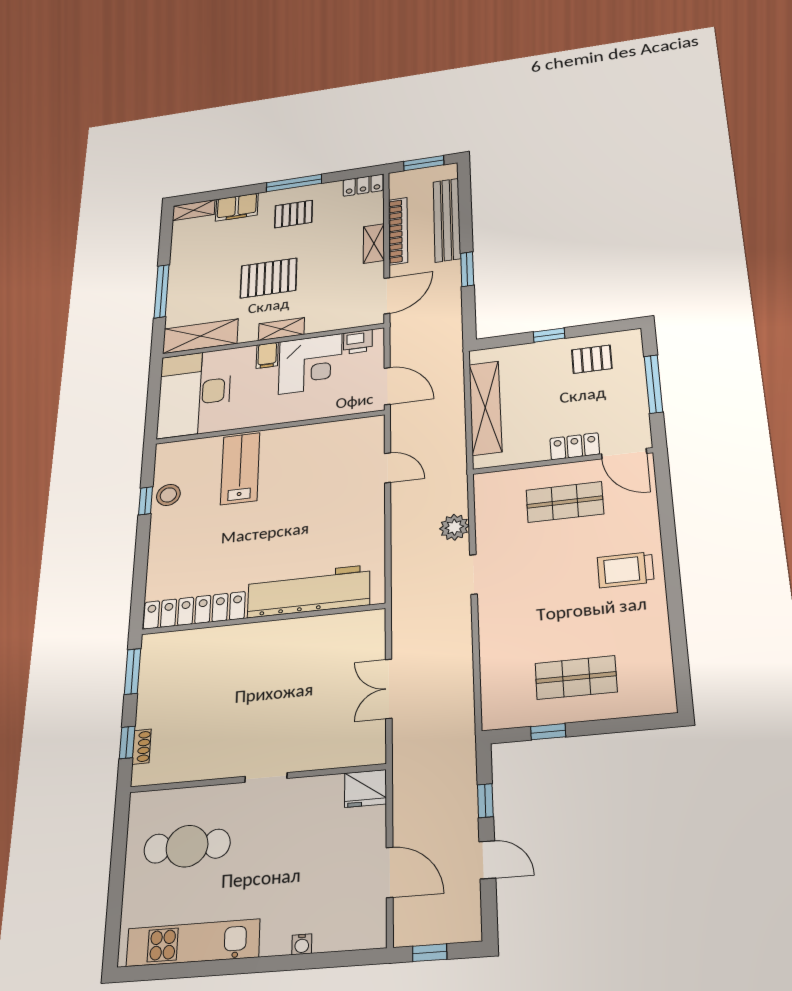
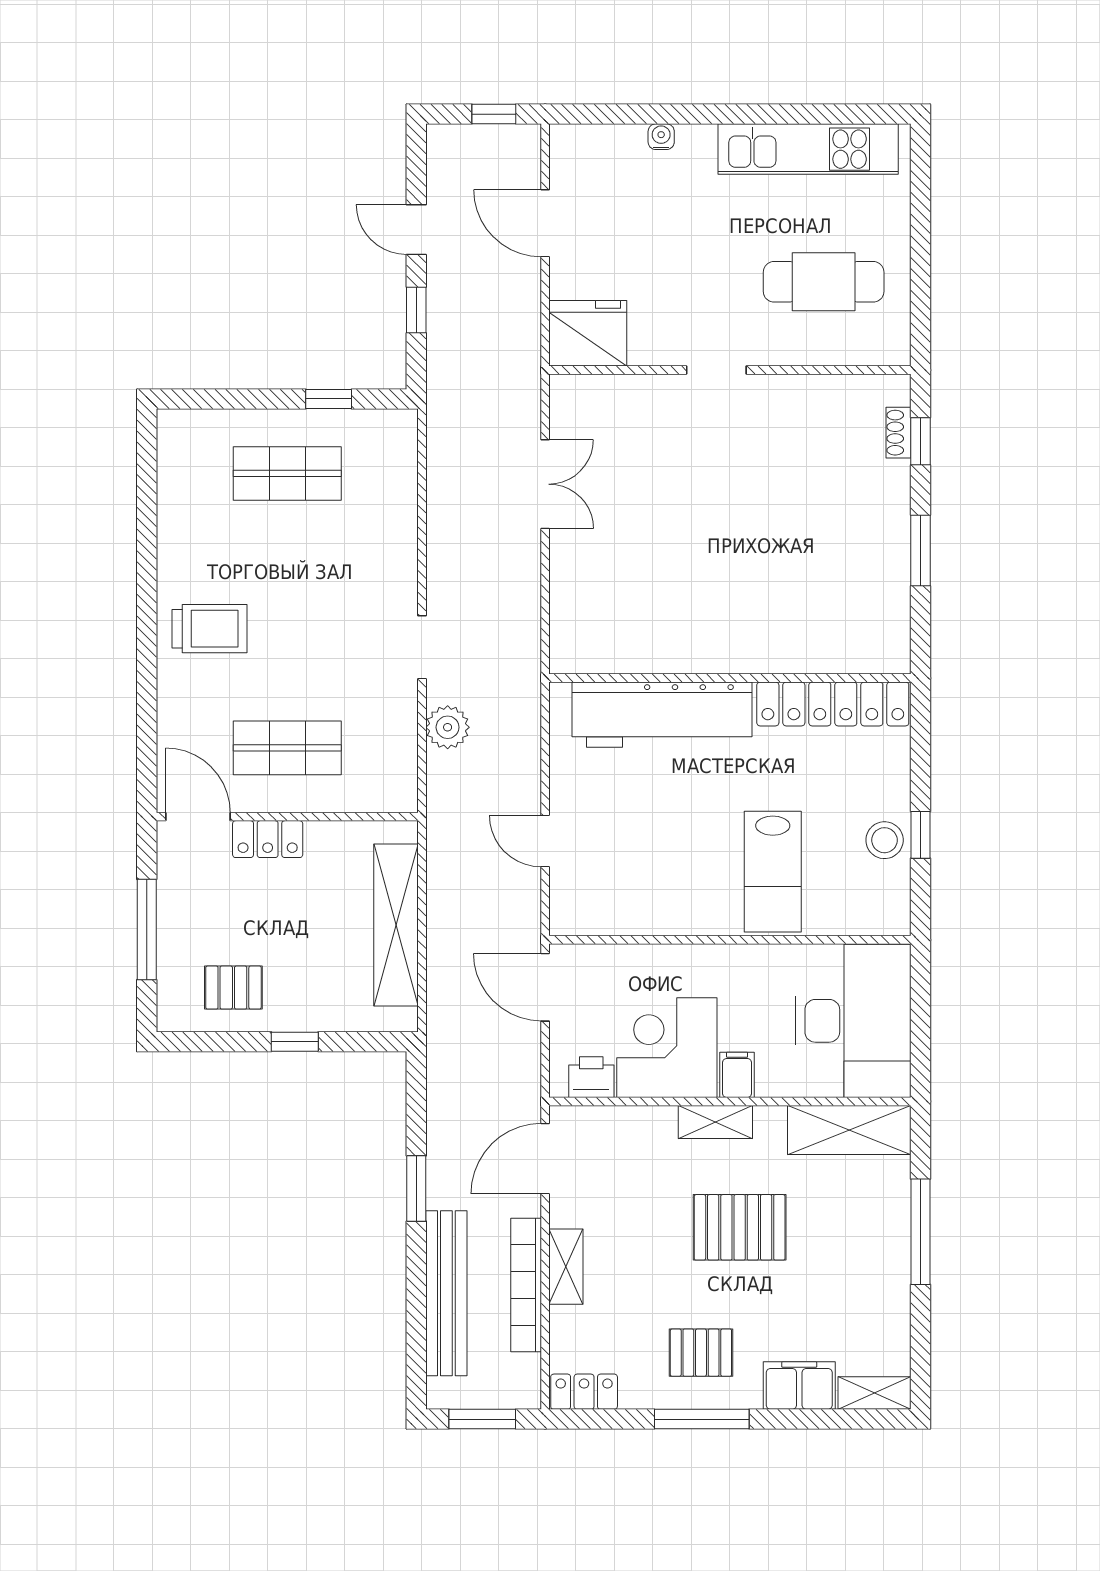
workbench: (309, 591) -> (662, 715), moved
locker: (194, 610) -> (833, 704), moved
wall: (262, 619) -> (730, 678), moved
fridge: (365, 788) -> (588, 333), width x1.36, depth x1.34

